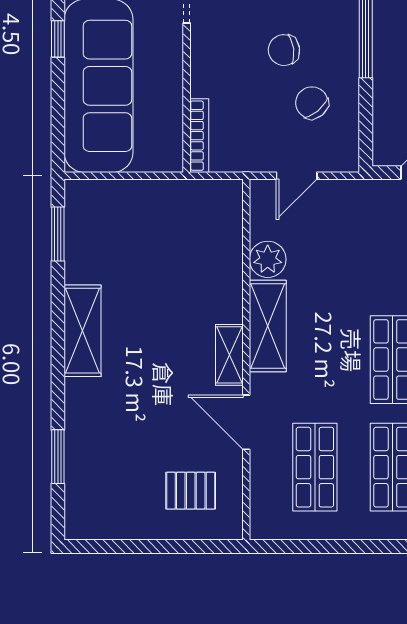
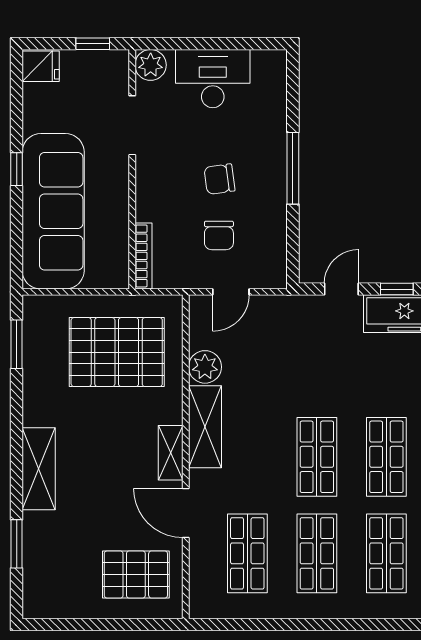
chair: (312, 103) -> (219, 235), moved, turned -140
pallet: (169, 243) -> (117, 352), added
shelving: (82, 331) -> (39, 469), moved
pallet: (191, 491) -> (136, 574), width x1.50, depth x1.42

